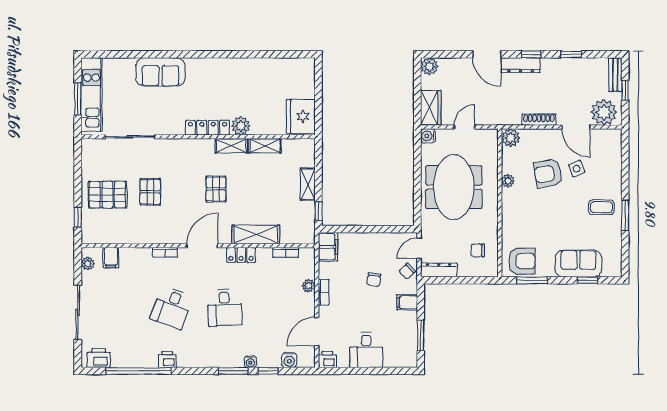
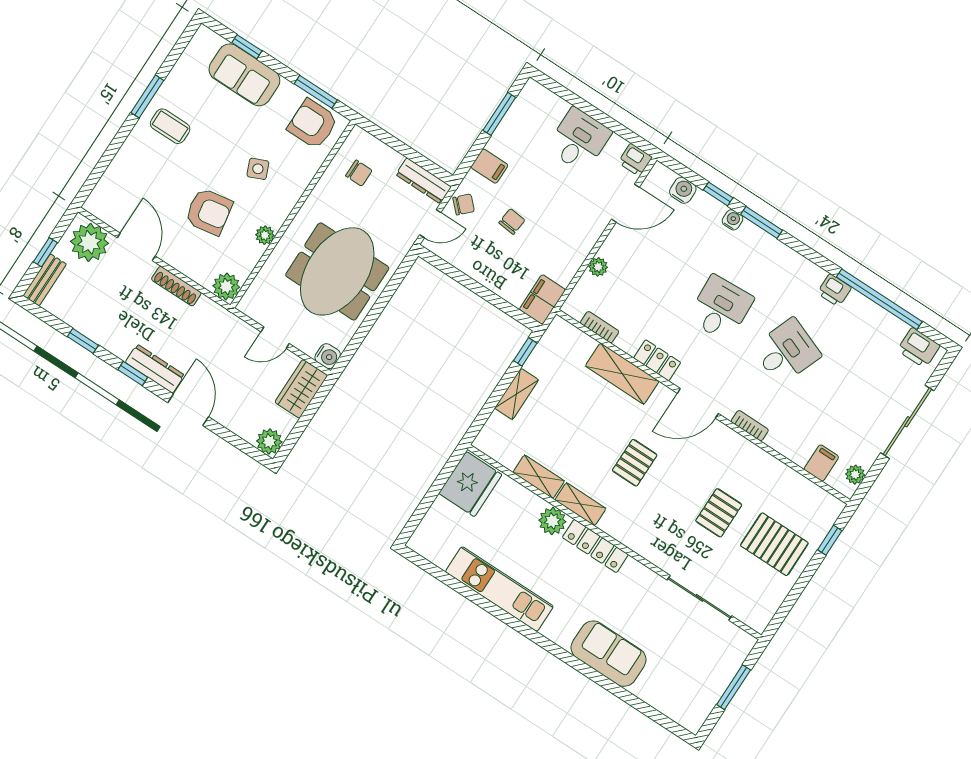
kitchen unit: (91, 95) -> (499, 589), moved, turned 90
side table: (577, 169) -> (258, 169), moved
bookcase: (324, 292) -> (585, 247), removed

